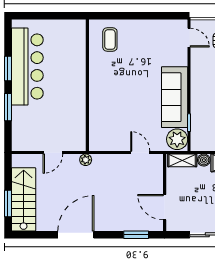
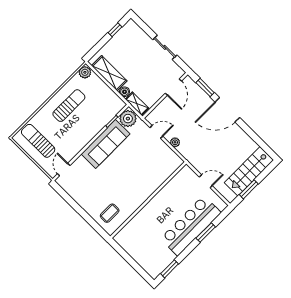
bar counter: (27, 67) -> (191, 226), moved
window: (8, 69) -> (169, 269), moved
door: (140, 152) -> (156, 132), swing flipped
plant: (86, 160) -> (175, 142), moved
window: (8, 203) -> (249, 189), moved
door: (76, 235) -> (227, 110), moved

